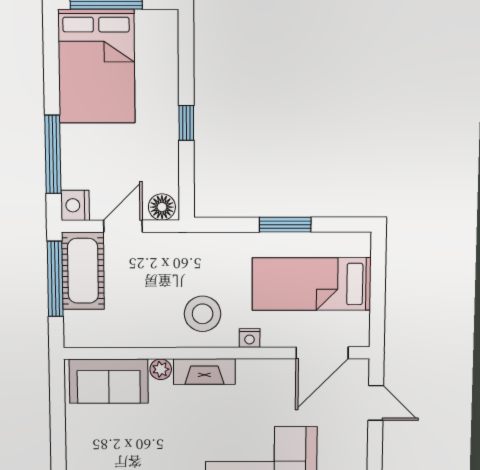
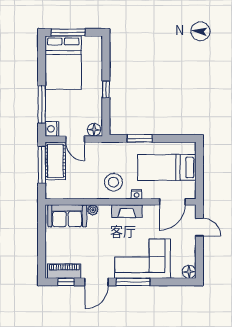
window: (285, 225) -> (140, 138), moved
door: (123, 226) -> (75, 139), swing flipped
fireplace: (204, 372) -> (127, 211), moved

